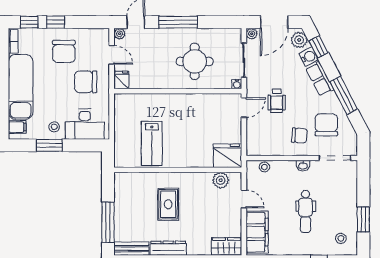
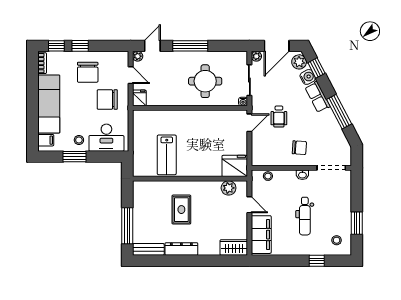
chair: (326, 125) -> (324, 138), removed

